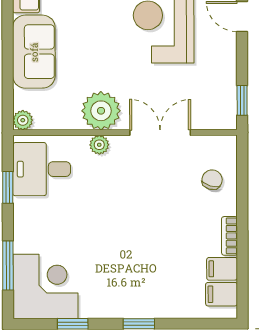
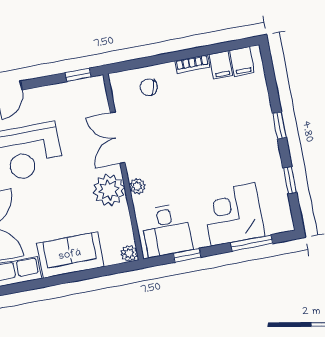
corner desk: (45, 286) -> (233, 214), moved

